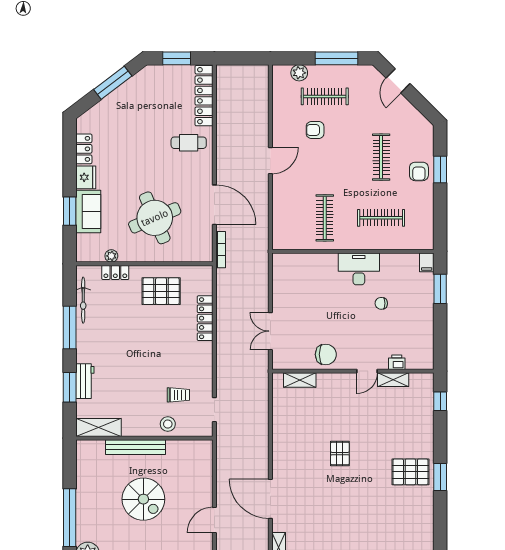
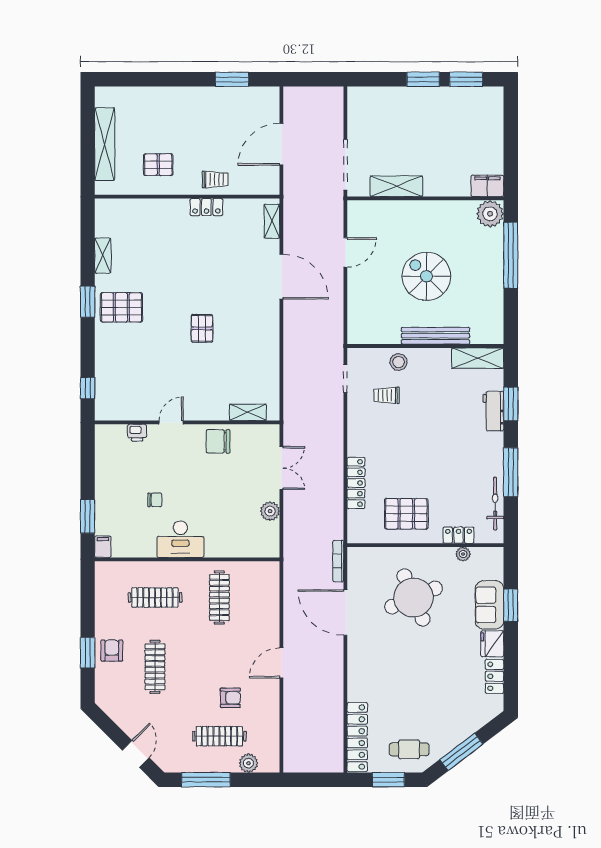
cafe table: (189, 143) -> (409, 749), moved
plant: (280, 293) -> (270, 511), added
shelving: (393, 380) -> (103, 256), moved, turned 90

